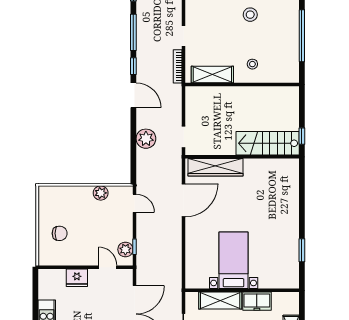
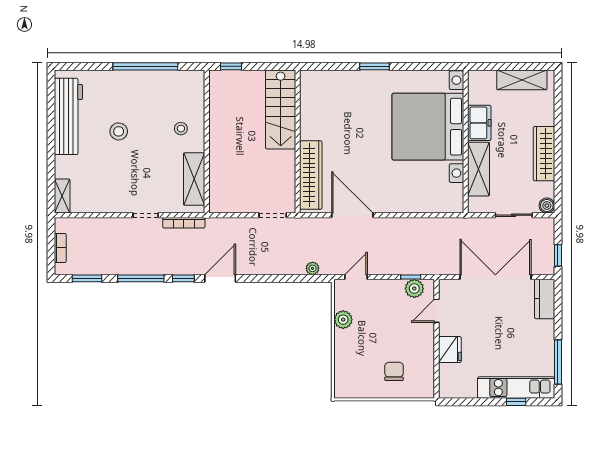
window: (302, 136) -> (231, 66), moved
plant: (146, 139) -> (313, 268), moved, width x0.53, depth x0.53
window: (302, 250) -> (374, 66), moved
bed with nightstands: (234, 260) -> (428, 127), width x1.85

